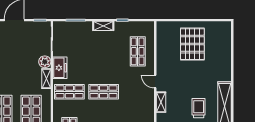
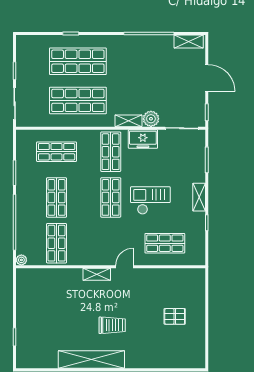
pallet: (192, 44) -> (175, 316), width x0.49, depth x0.50
checkout: (106, 62) -> (150, 200), added
trolley: (199, 108) -> (112, 325), moved

